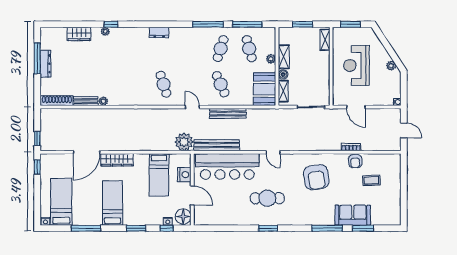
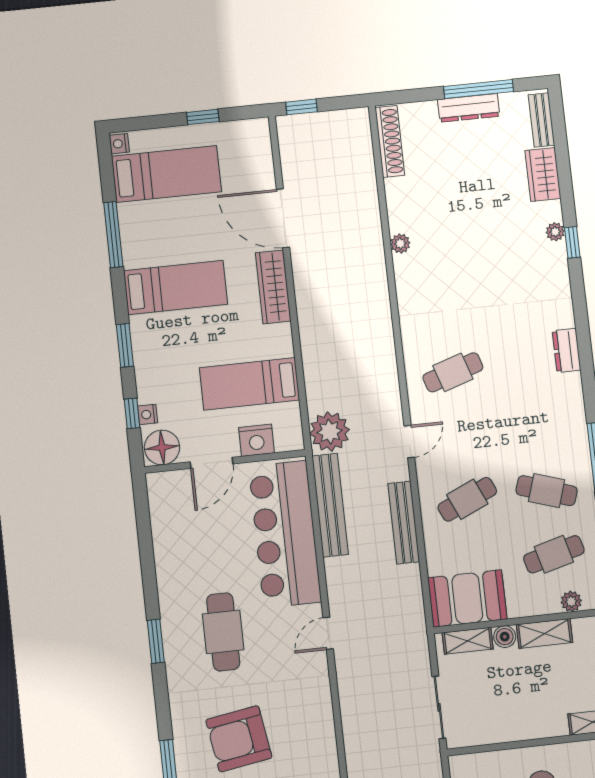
plant: (271, 59) -> (571, 601), moved
bench: (86, 101) -> (541, 120), moved
window: (37, 167) -> (203, 117), moved
armchair: (316, 177) -> (239, 739), moved

